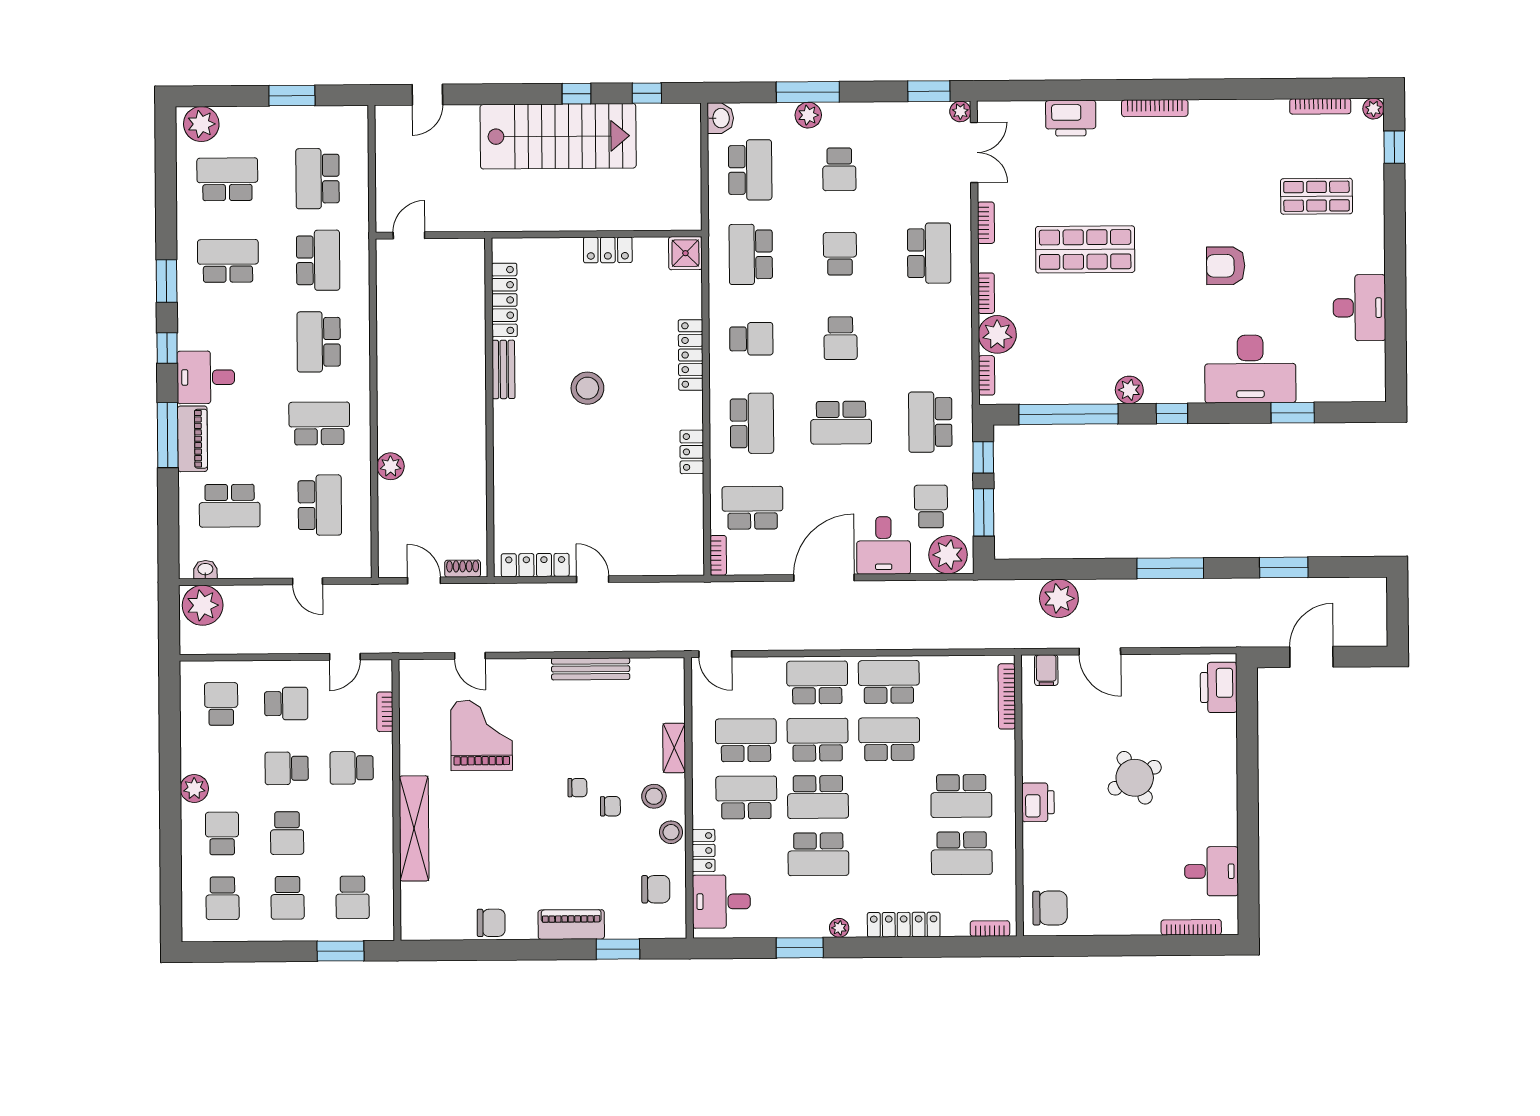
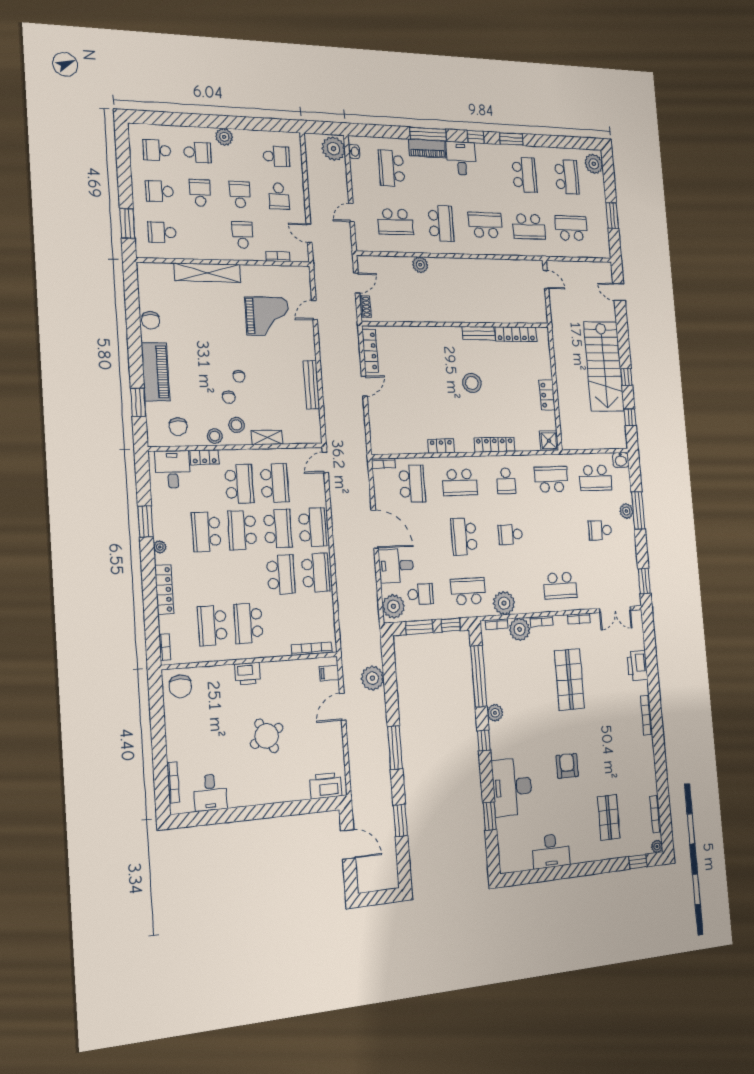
plant: (960, 111) -> (504, 603), moved, width x1.88, depth x1.88
school desk: (840, 254) -> (556, 532), removed
school desk: (287, 833) -> (200, 193), turned 90
piano: (571, 925) -> (155, 372), width x1.37, depth x1.33

